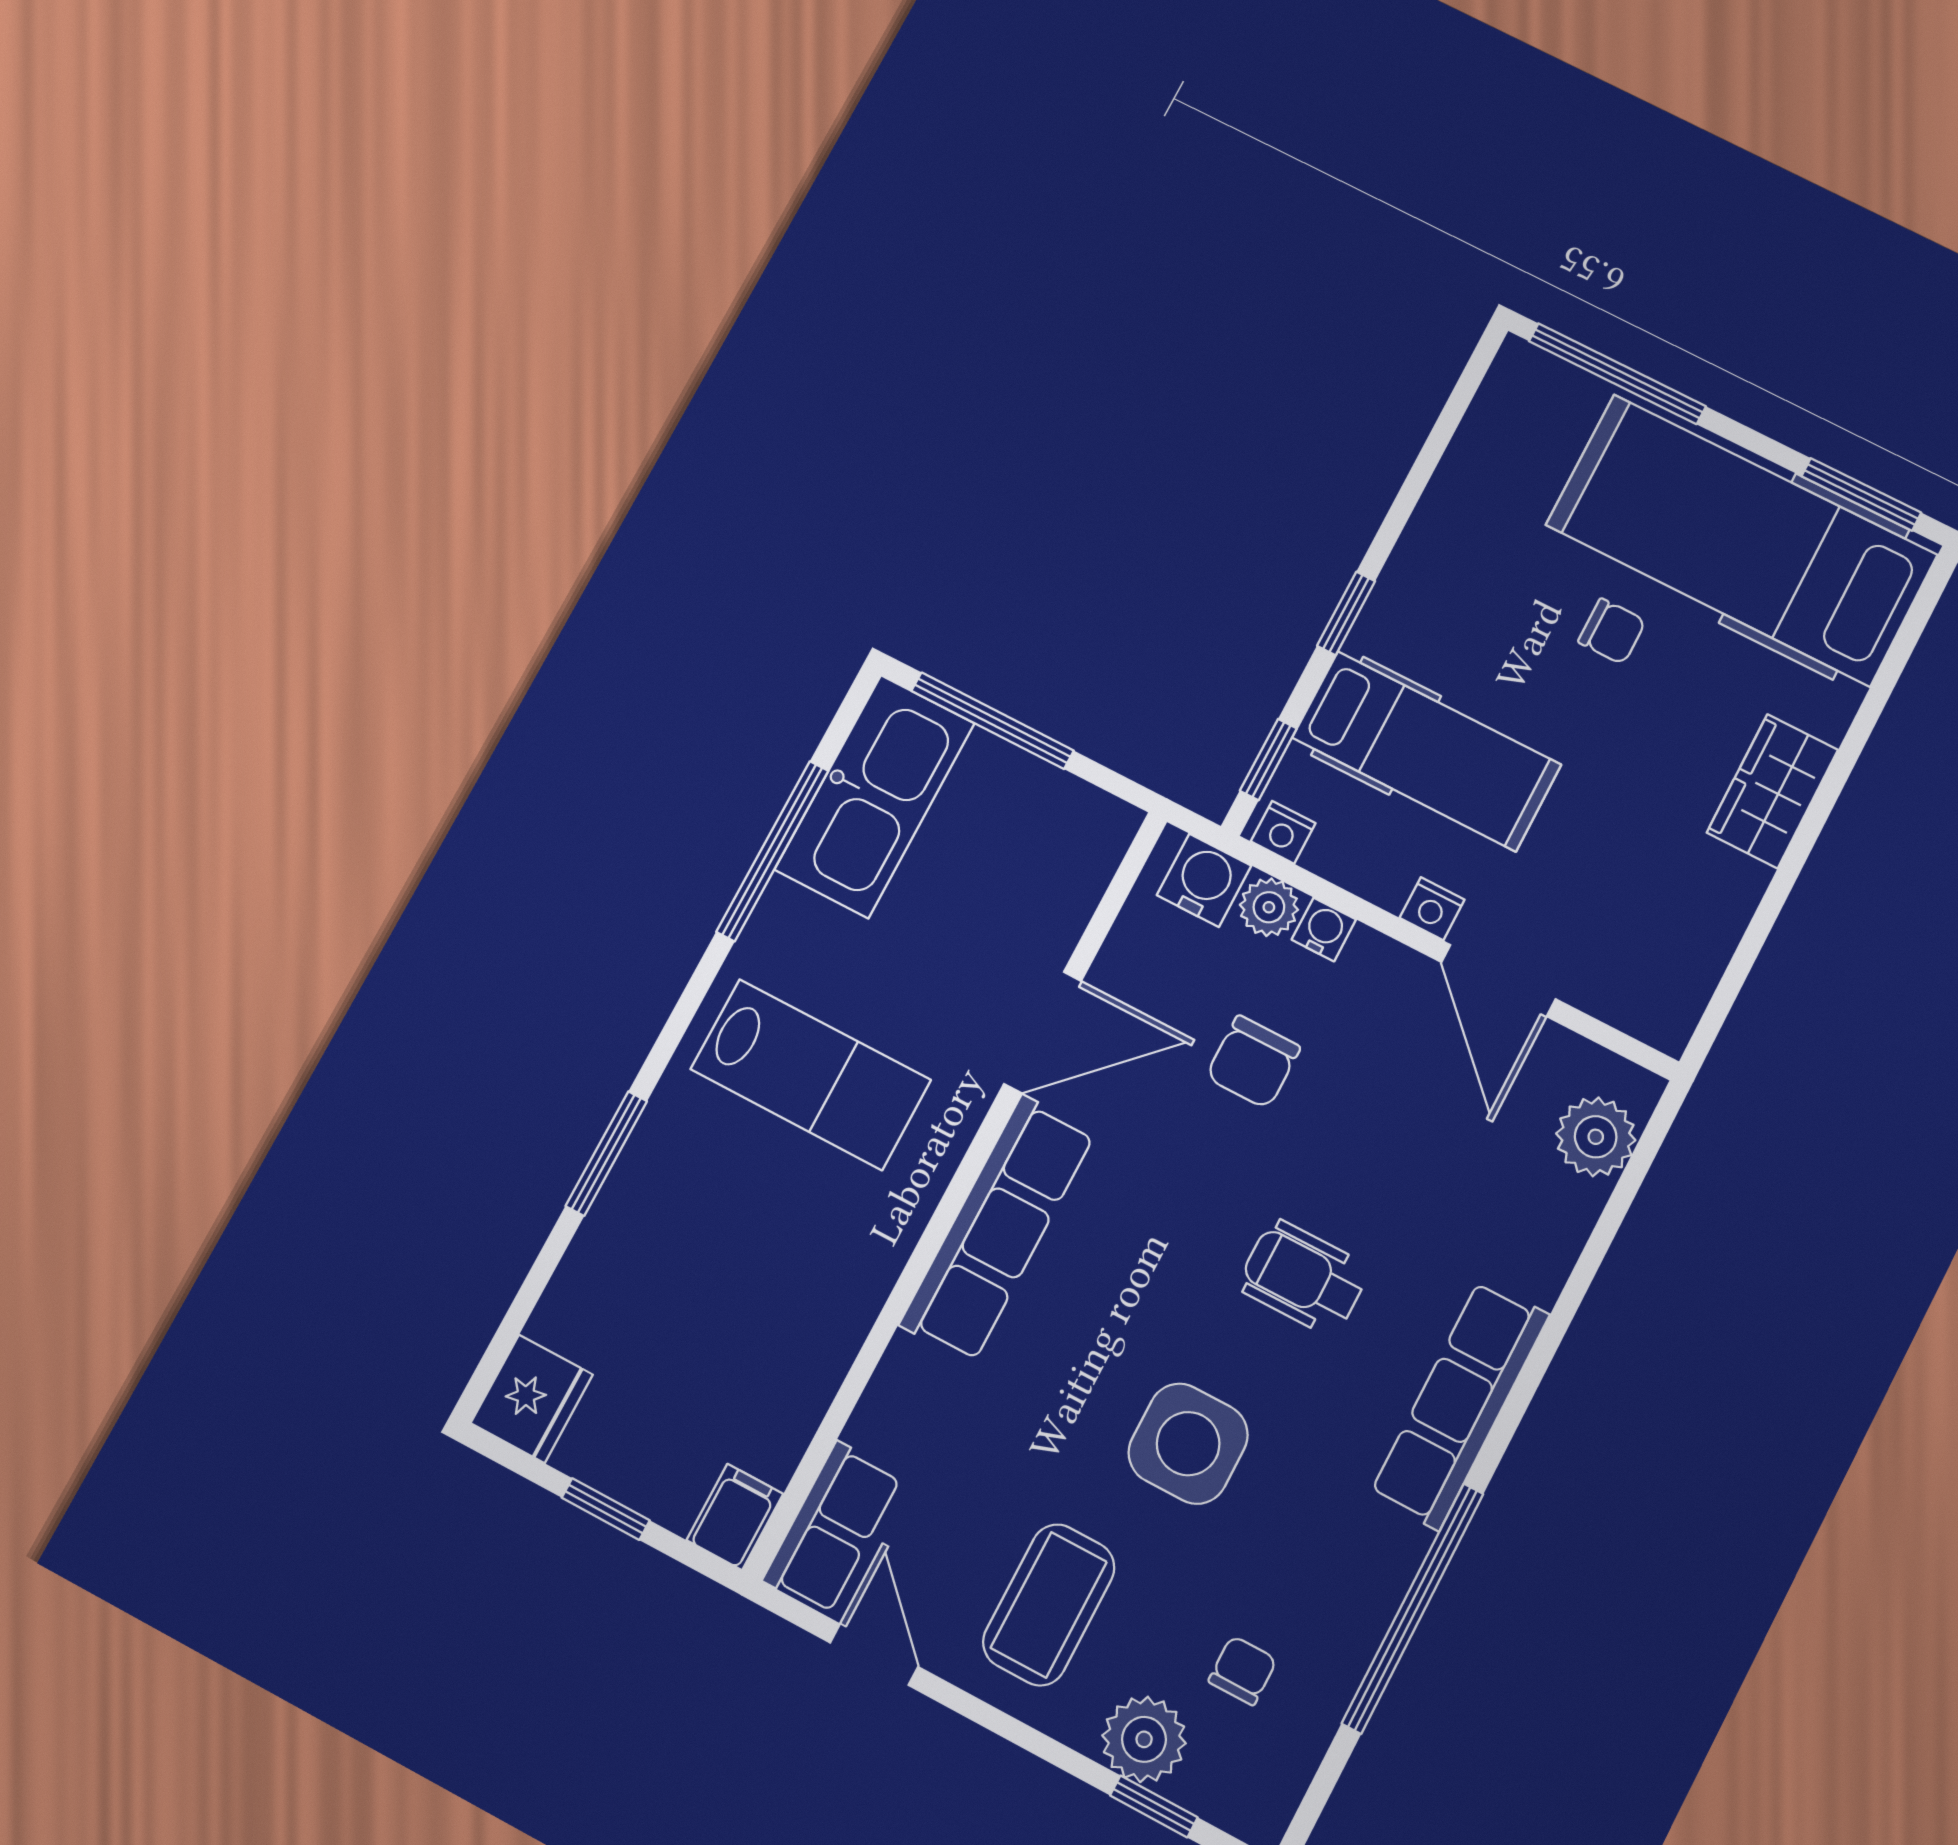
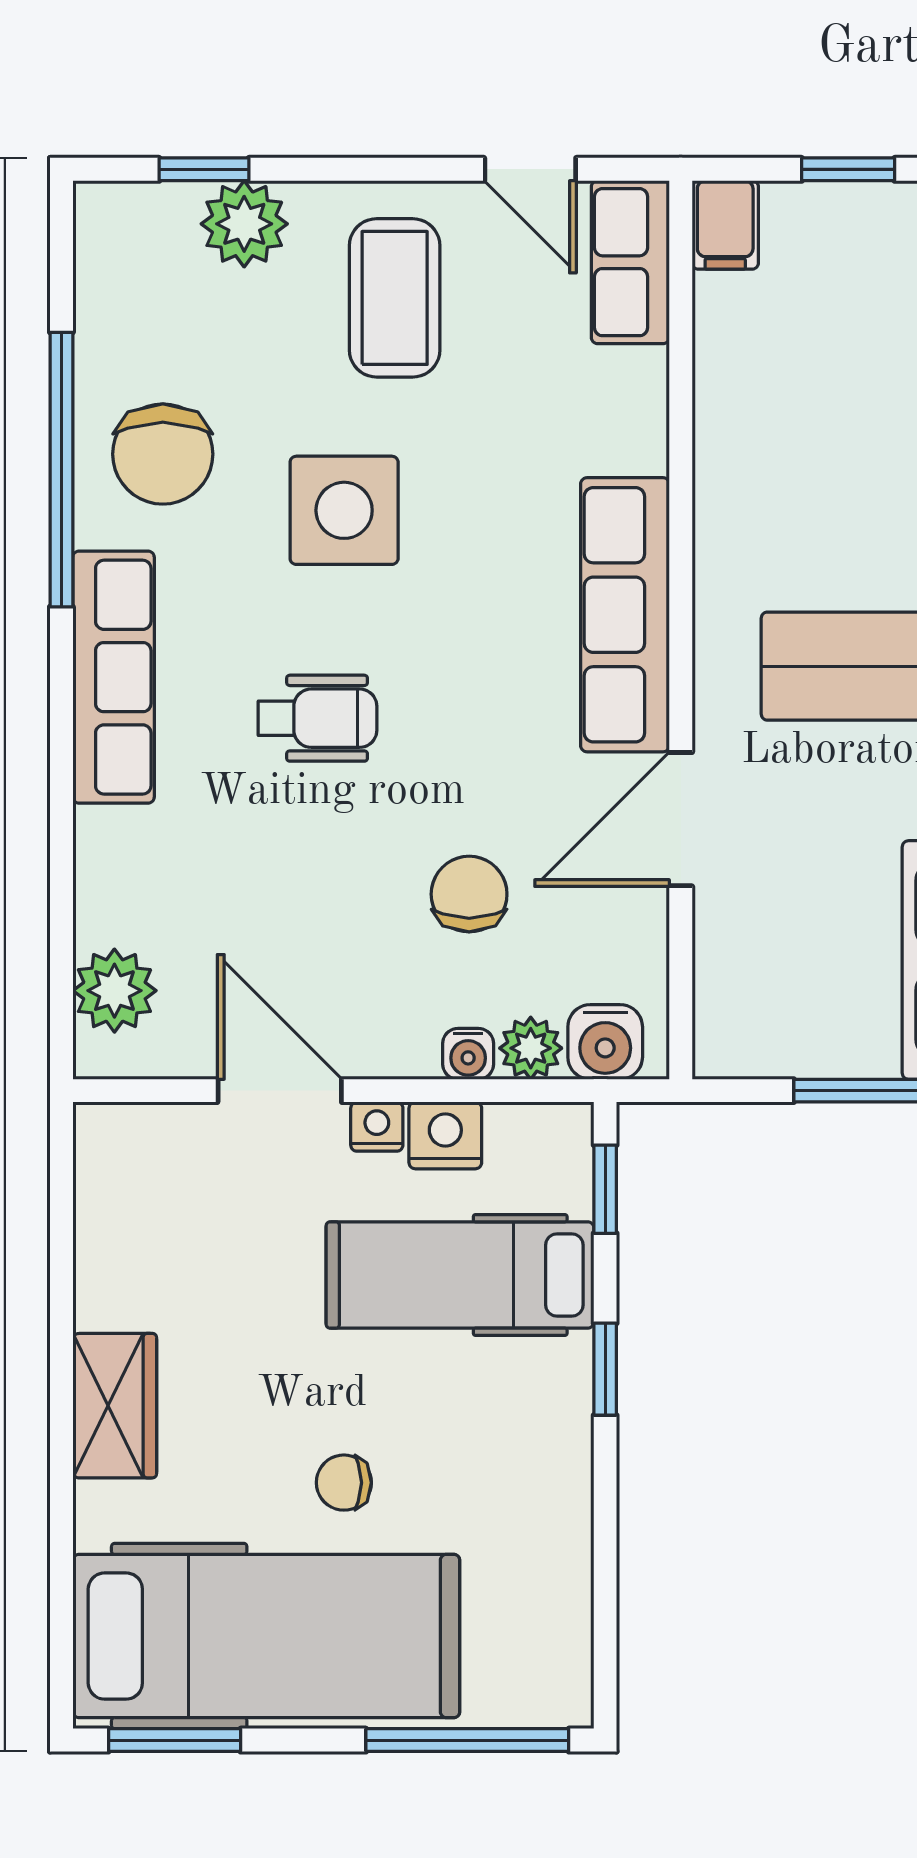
nightstand: (1283, 832) -> (445, 1135), moved, width x1.39, depth x1.35
chair: (1243, 1670) -> (163, 454), moved, width x1.87, depth x1.87

